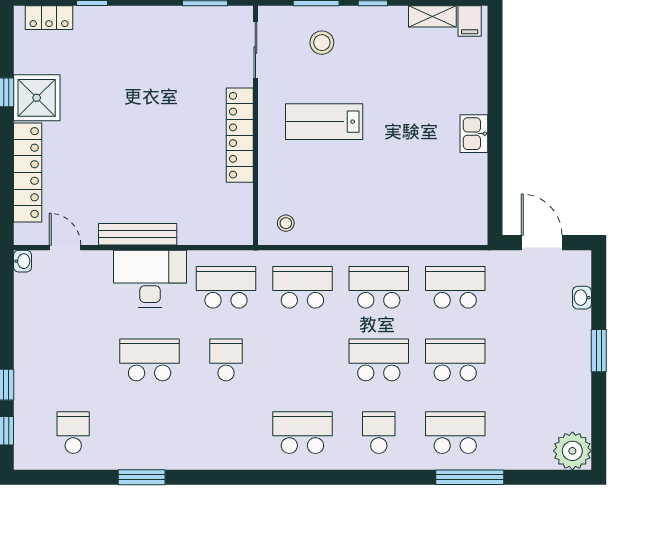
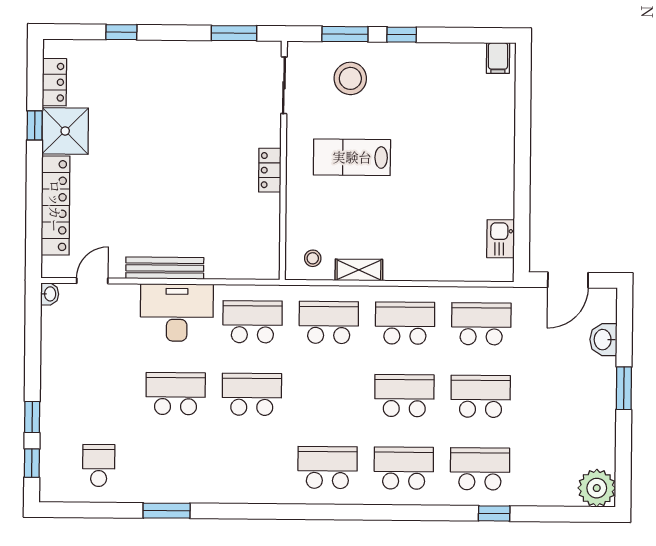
shelving: (432, 16) -> (359, 270), moved
locker: (49, 18) -> (54, 82), moved, turned -90
stool: (322, 43) -> (350, 78), width x1.38, depth x1.38
kitchen sink: (474, 134) -> (501, 239), moved
locker: (240, 135) -> (270, 170), width x0.46, depth x0.83
door: (542, 243) -> (568, 280), swing flipped
door: (65, 248) -> (92, 281), hinge flipped
washbasin: (582, 298) -> (603, 340), width x1.38, depth x1.45
school desk: (226, 360) -> (252, 394), width x1.85
school desk: (379, 433) -> (404, 468), width x1.85
window: (470, 477) -> (494, 513), width x0.46

